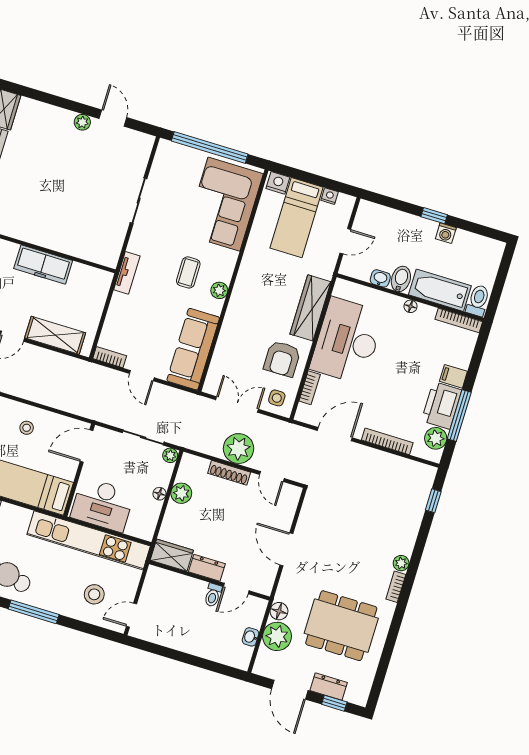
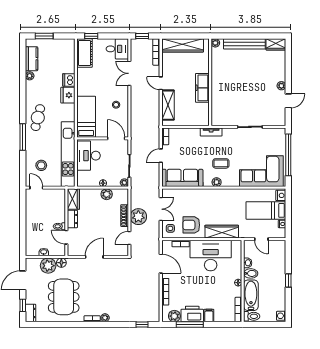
washing machine: (446, 233) -> (281, 316), moved
dresser: (329, 686) -> (30, 313), moved

